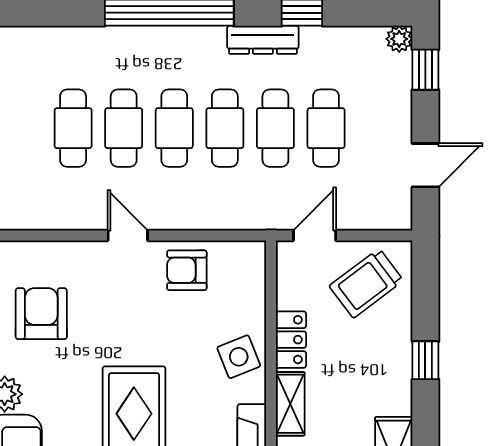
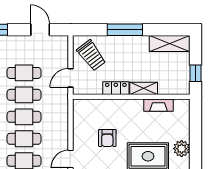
door: (315, 235) -> (71, 78), hinge flipped
armchair: (187, 270) -> (107, 138), moved
side table: (239, 357) -> (123, 111), removed
window: (425, 360) -> (125, 30), width x2.17

